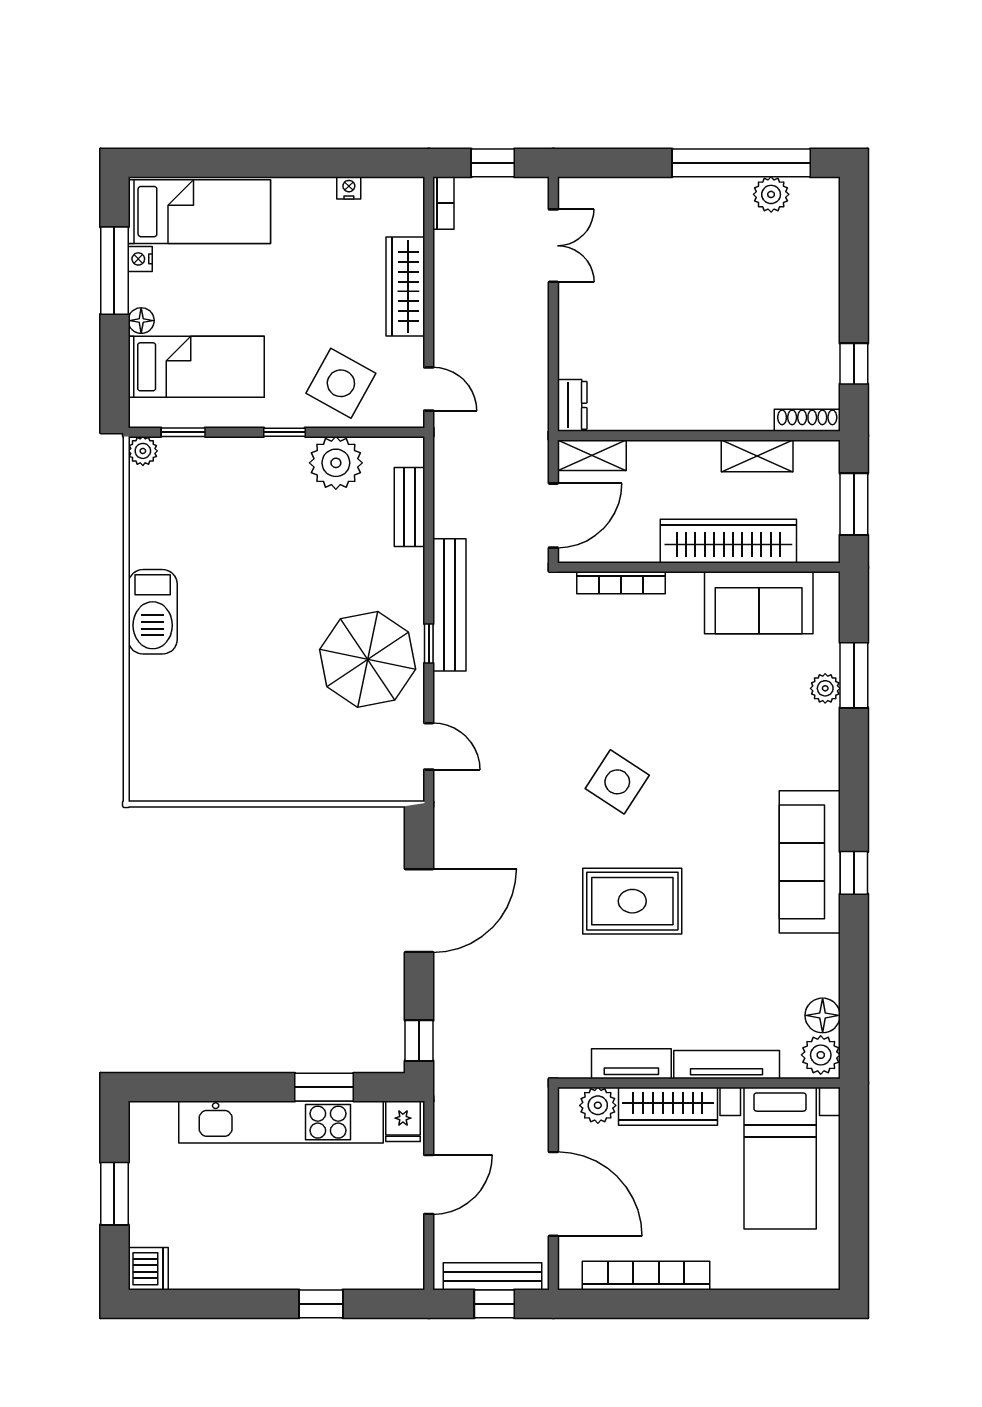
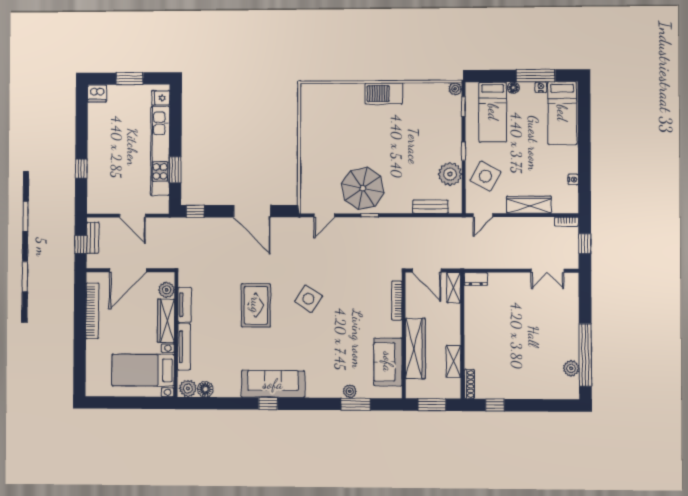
bench: (449, 605) -> (387, 224), removed
fridge: (403, 1121) -> (161, 98), moved
bench: (492, 1276) -> (93, 238), width x0.73

